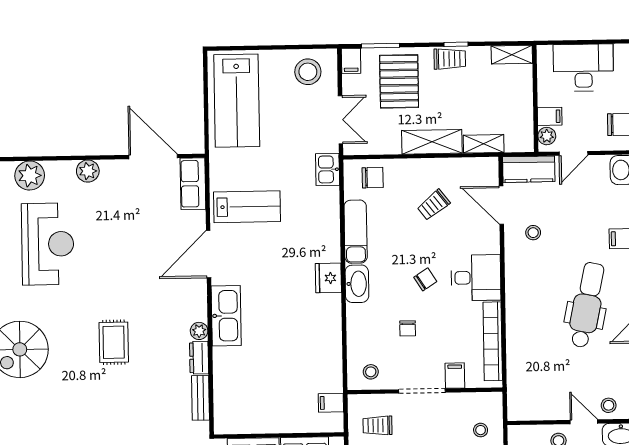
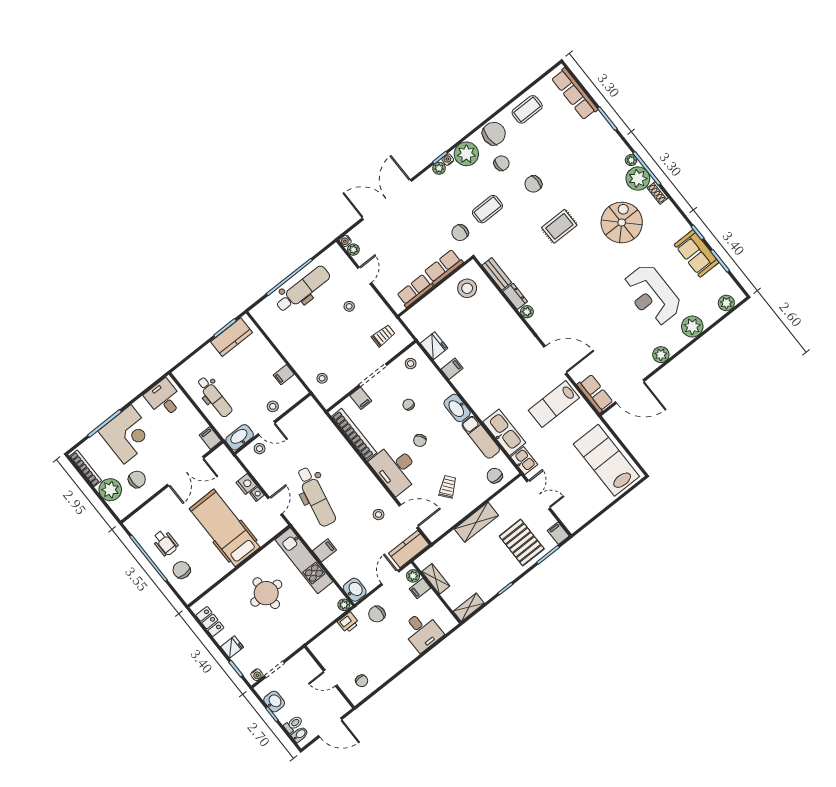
trolley: (450, 59) -> (502, 578), removed
desk: (583, 68) -> (422, 631), width x0.73
stool: (308, 72) -> (467, 288), moved
double door: (340, 120) -> (538, 495), swing flipped
shelving: (484, 144) -> (436, 579), moved, turned 90
chair: (373, 178) -> (495, 476), turned 90
door: (209, 254) -> (555, 360), hinge flipped
fridge: (328, 278) -> (434, 346), moved
desk: (476, 278) -> (395, 468), width x1.37
kitchen sink: (226, 316) -> (504, 432), moved, turned 180
rug: (114, 342) -> (559, 226), moved, turned 90
filing cabinet: (331, 403) -> (452, 369), moved

